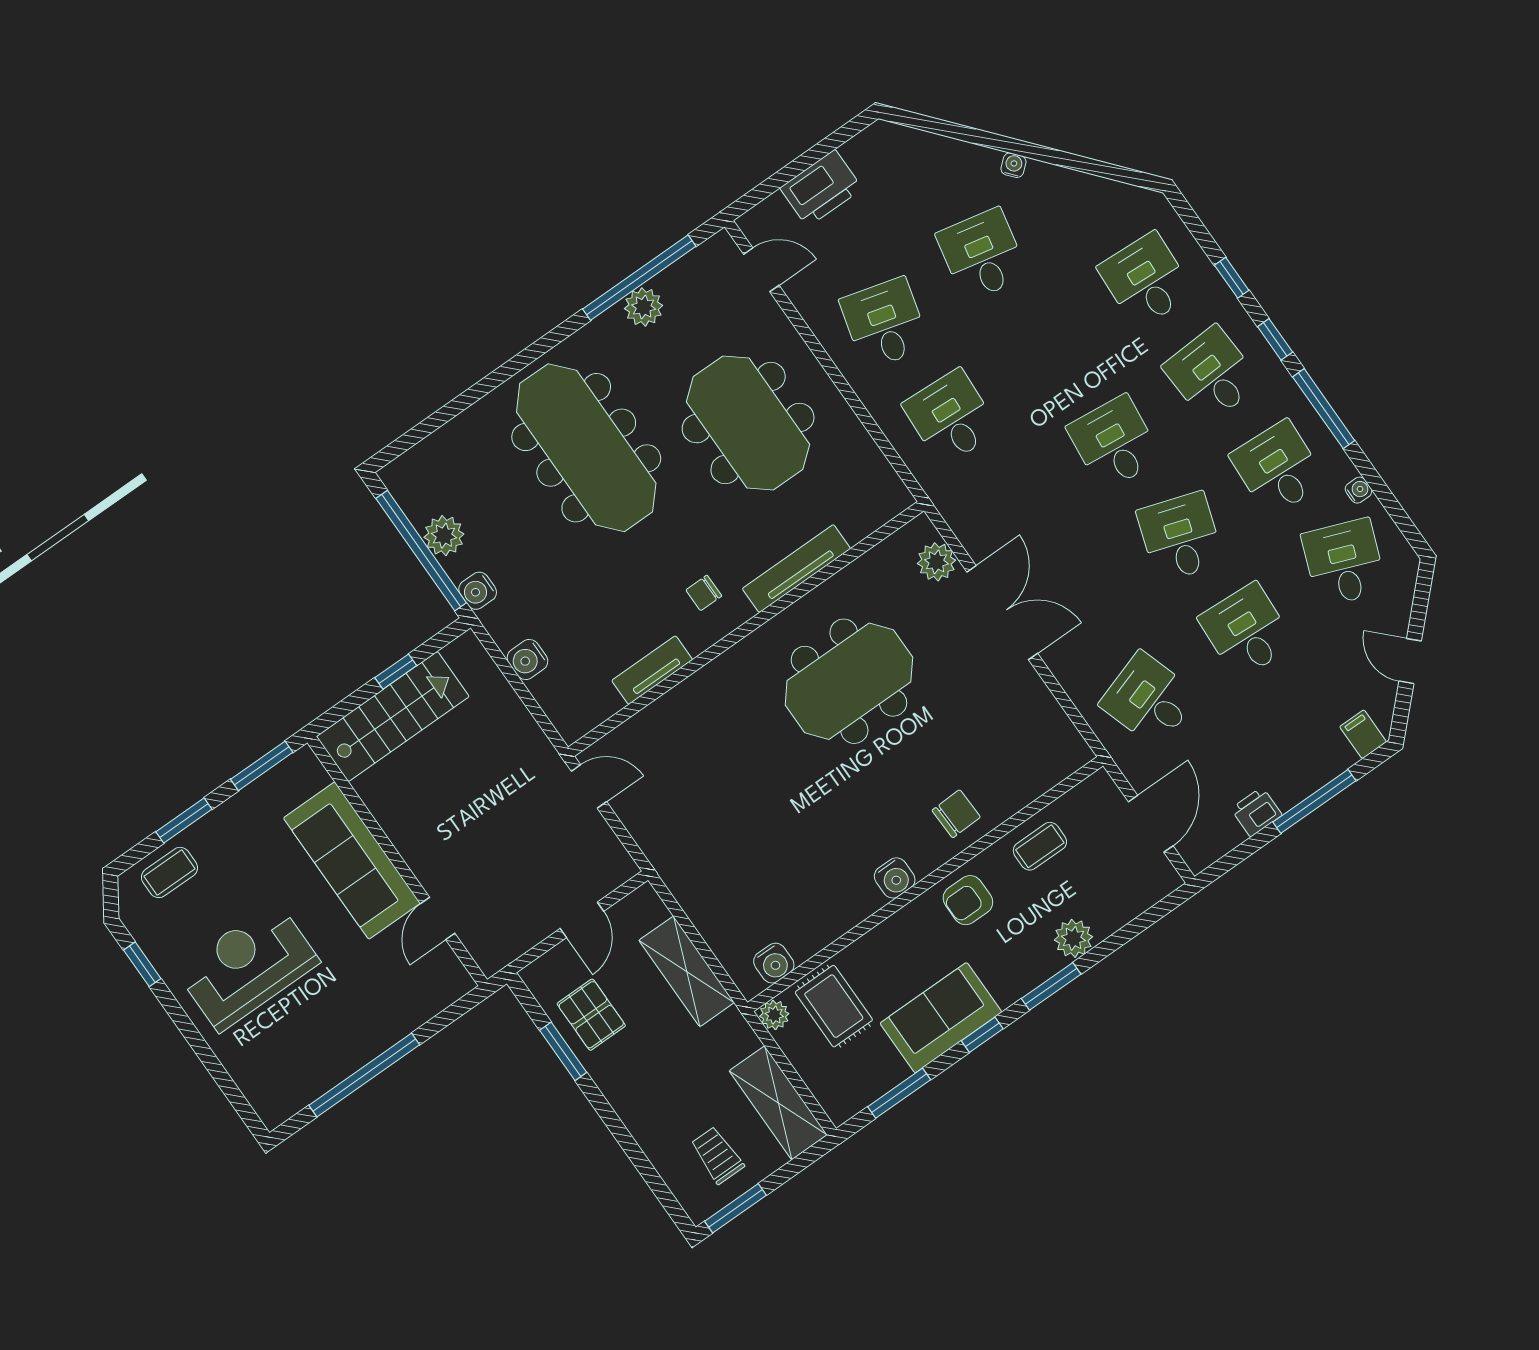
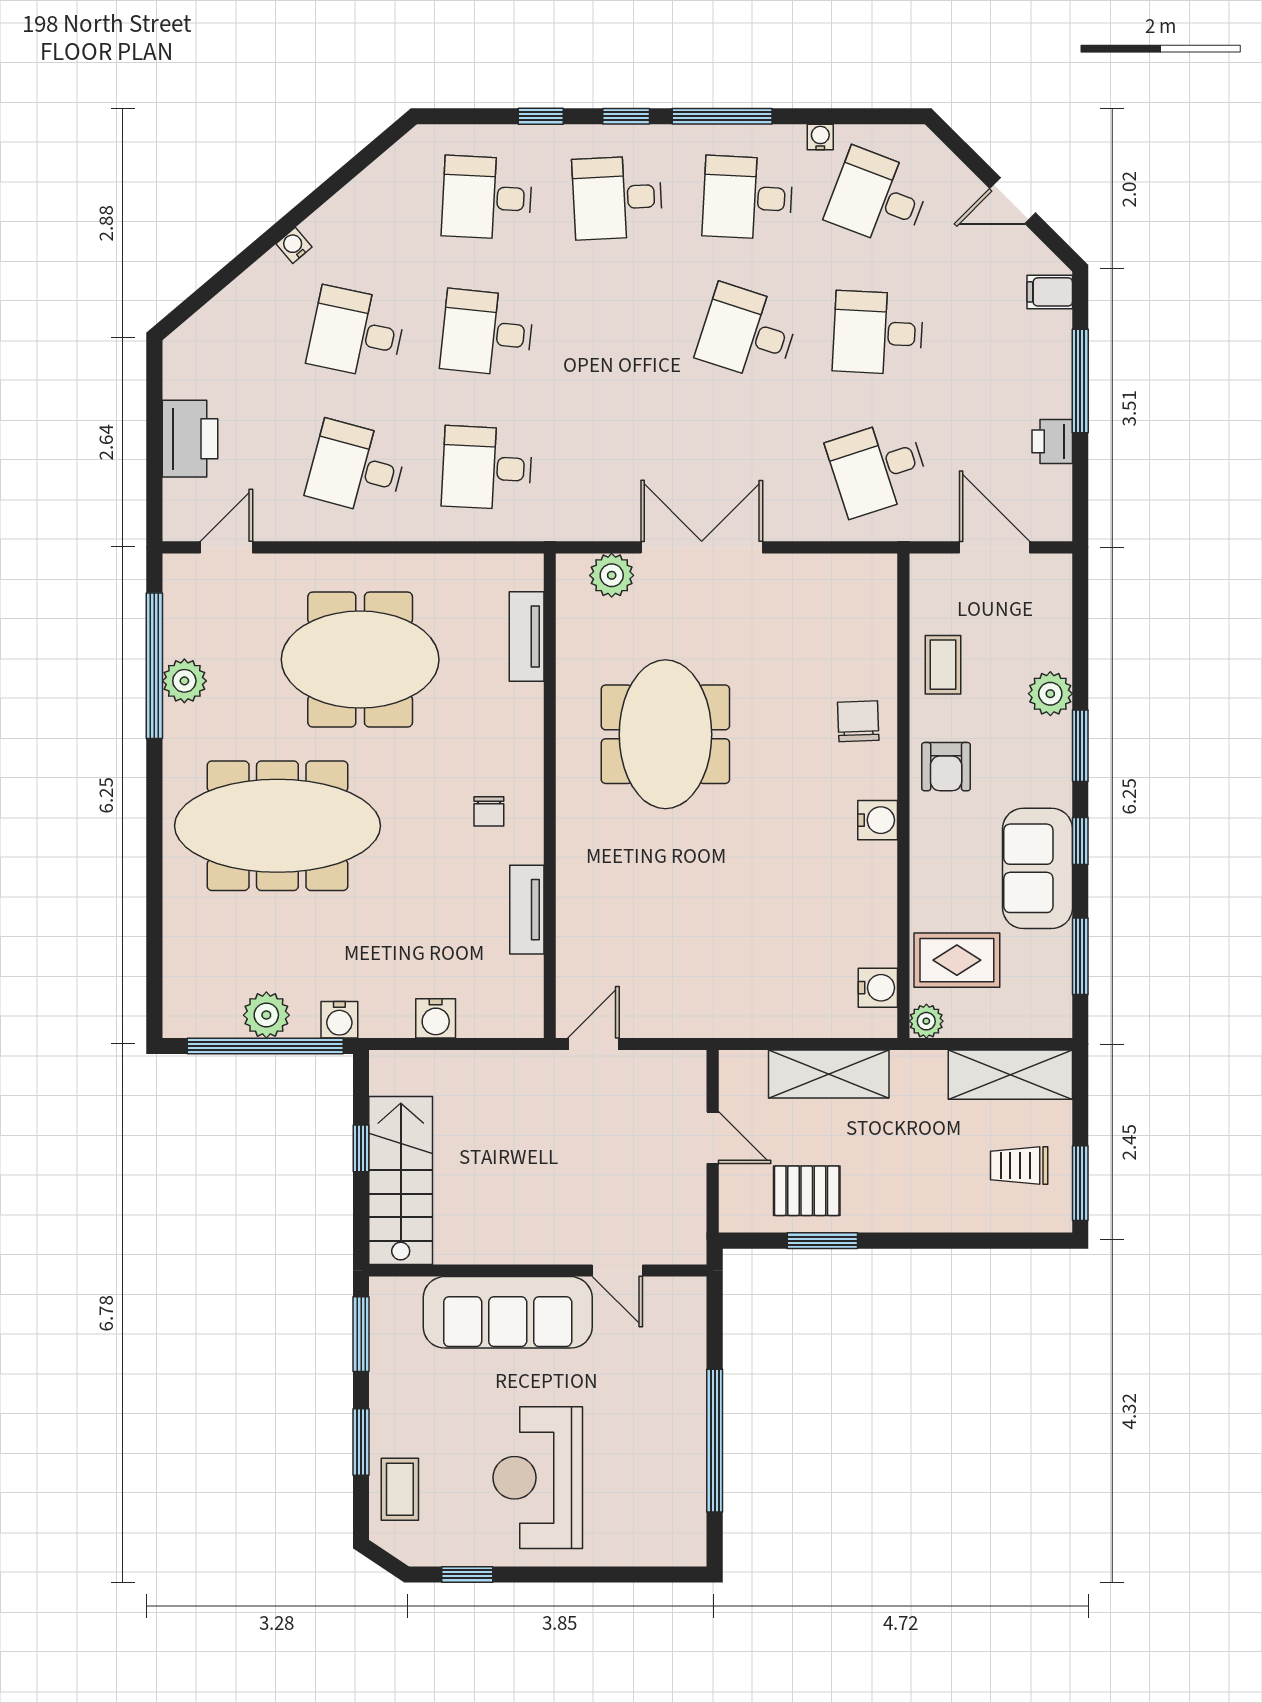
desk: (1114, 443) -> (487, 333), moved
tv unit: (796, 569) -> (527, 636), moved, width x0.71

